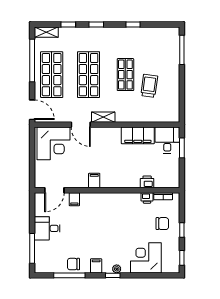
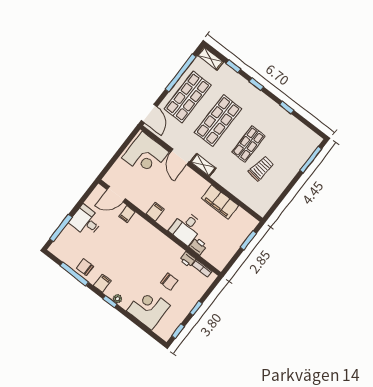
desk: (167, 140) -> (186, 228), moved, turned 180
chair: (162, 224) -> (169, 282), moved

